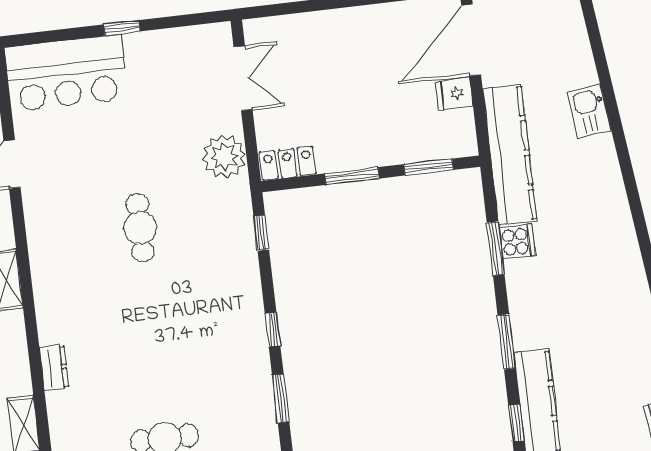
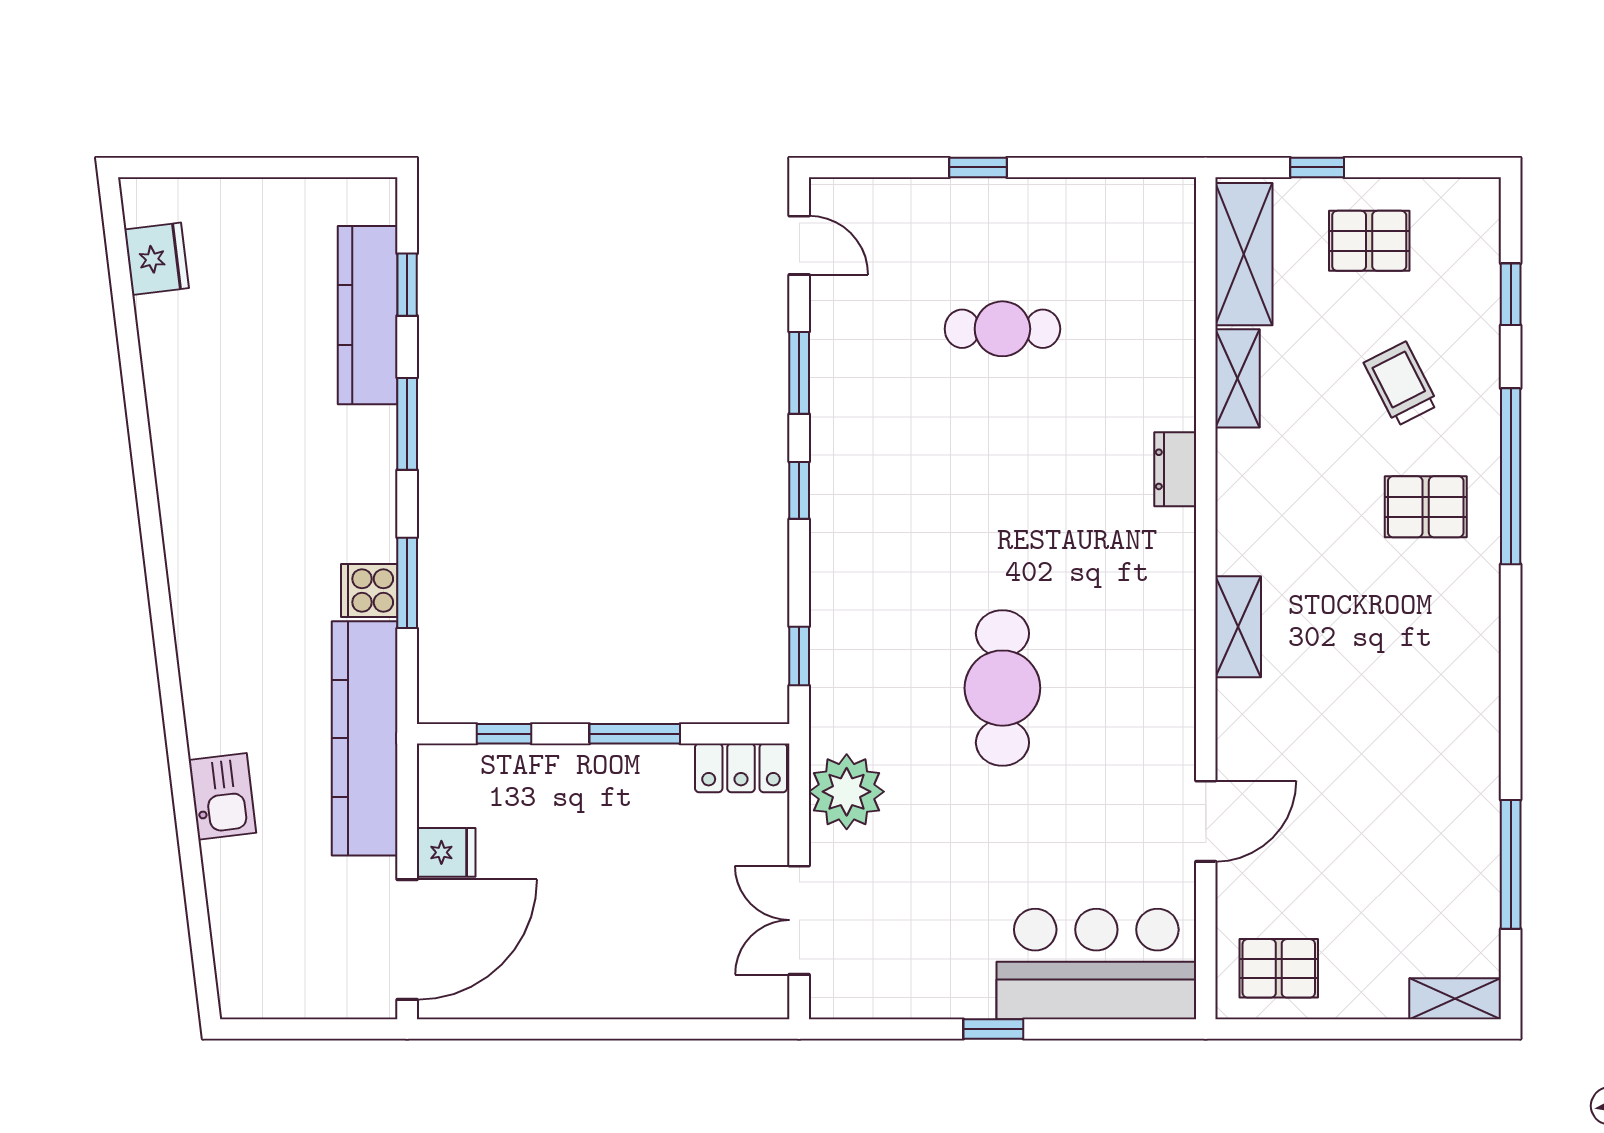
window: (429, 167) -> (504, 734), width x0.67
cafe table: (140, 228) -> (1002, 688), width x1.37, depth x1.35

